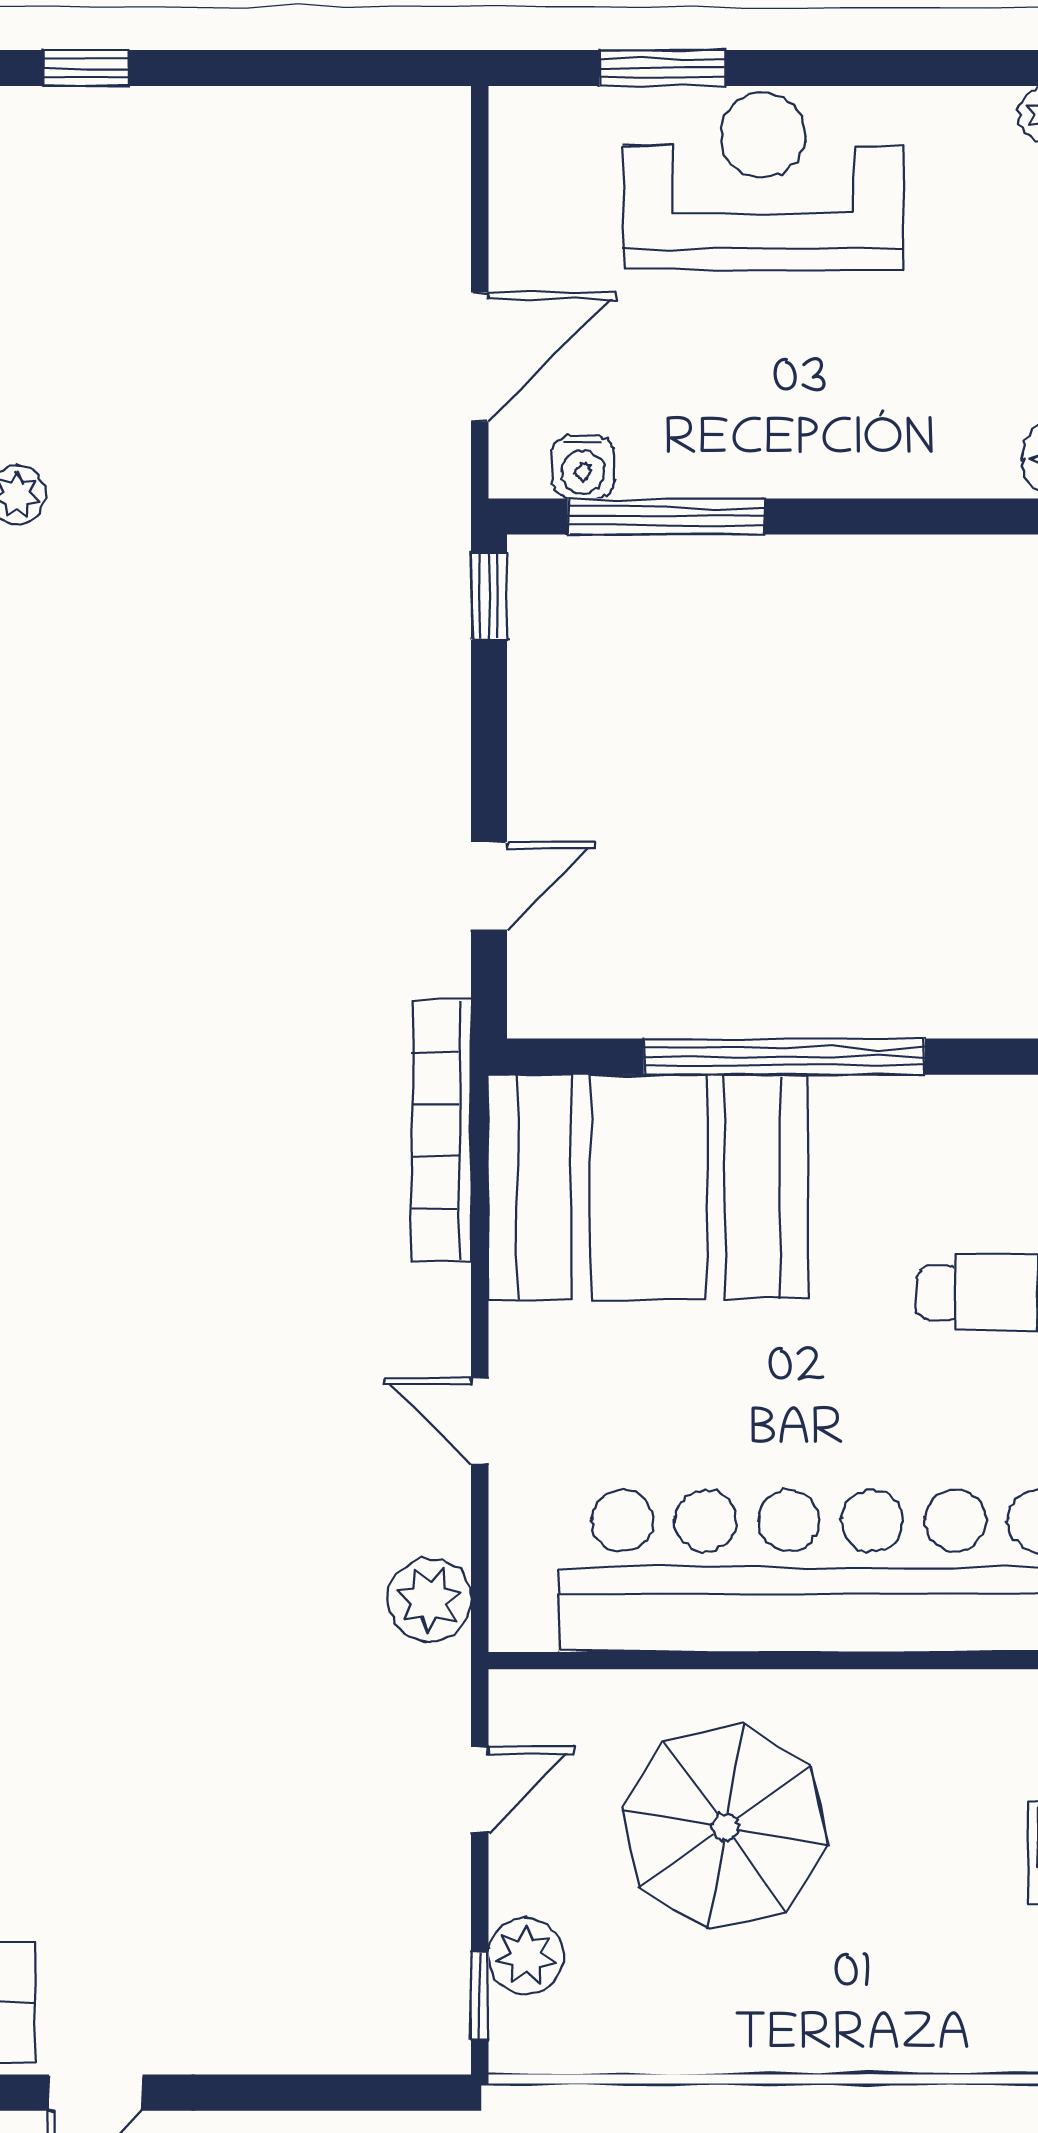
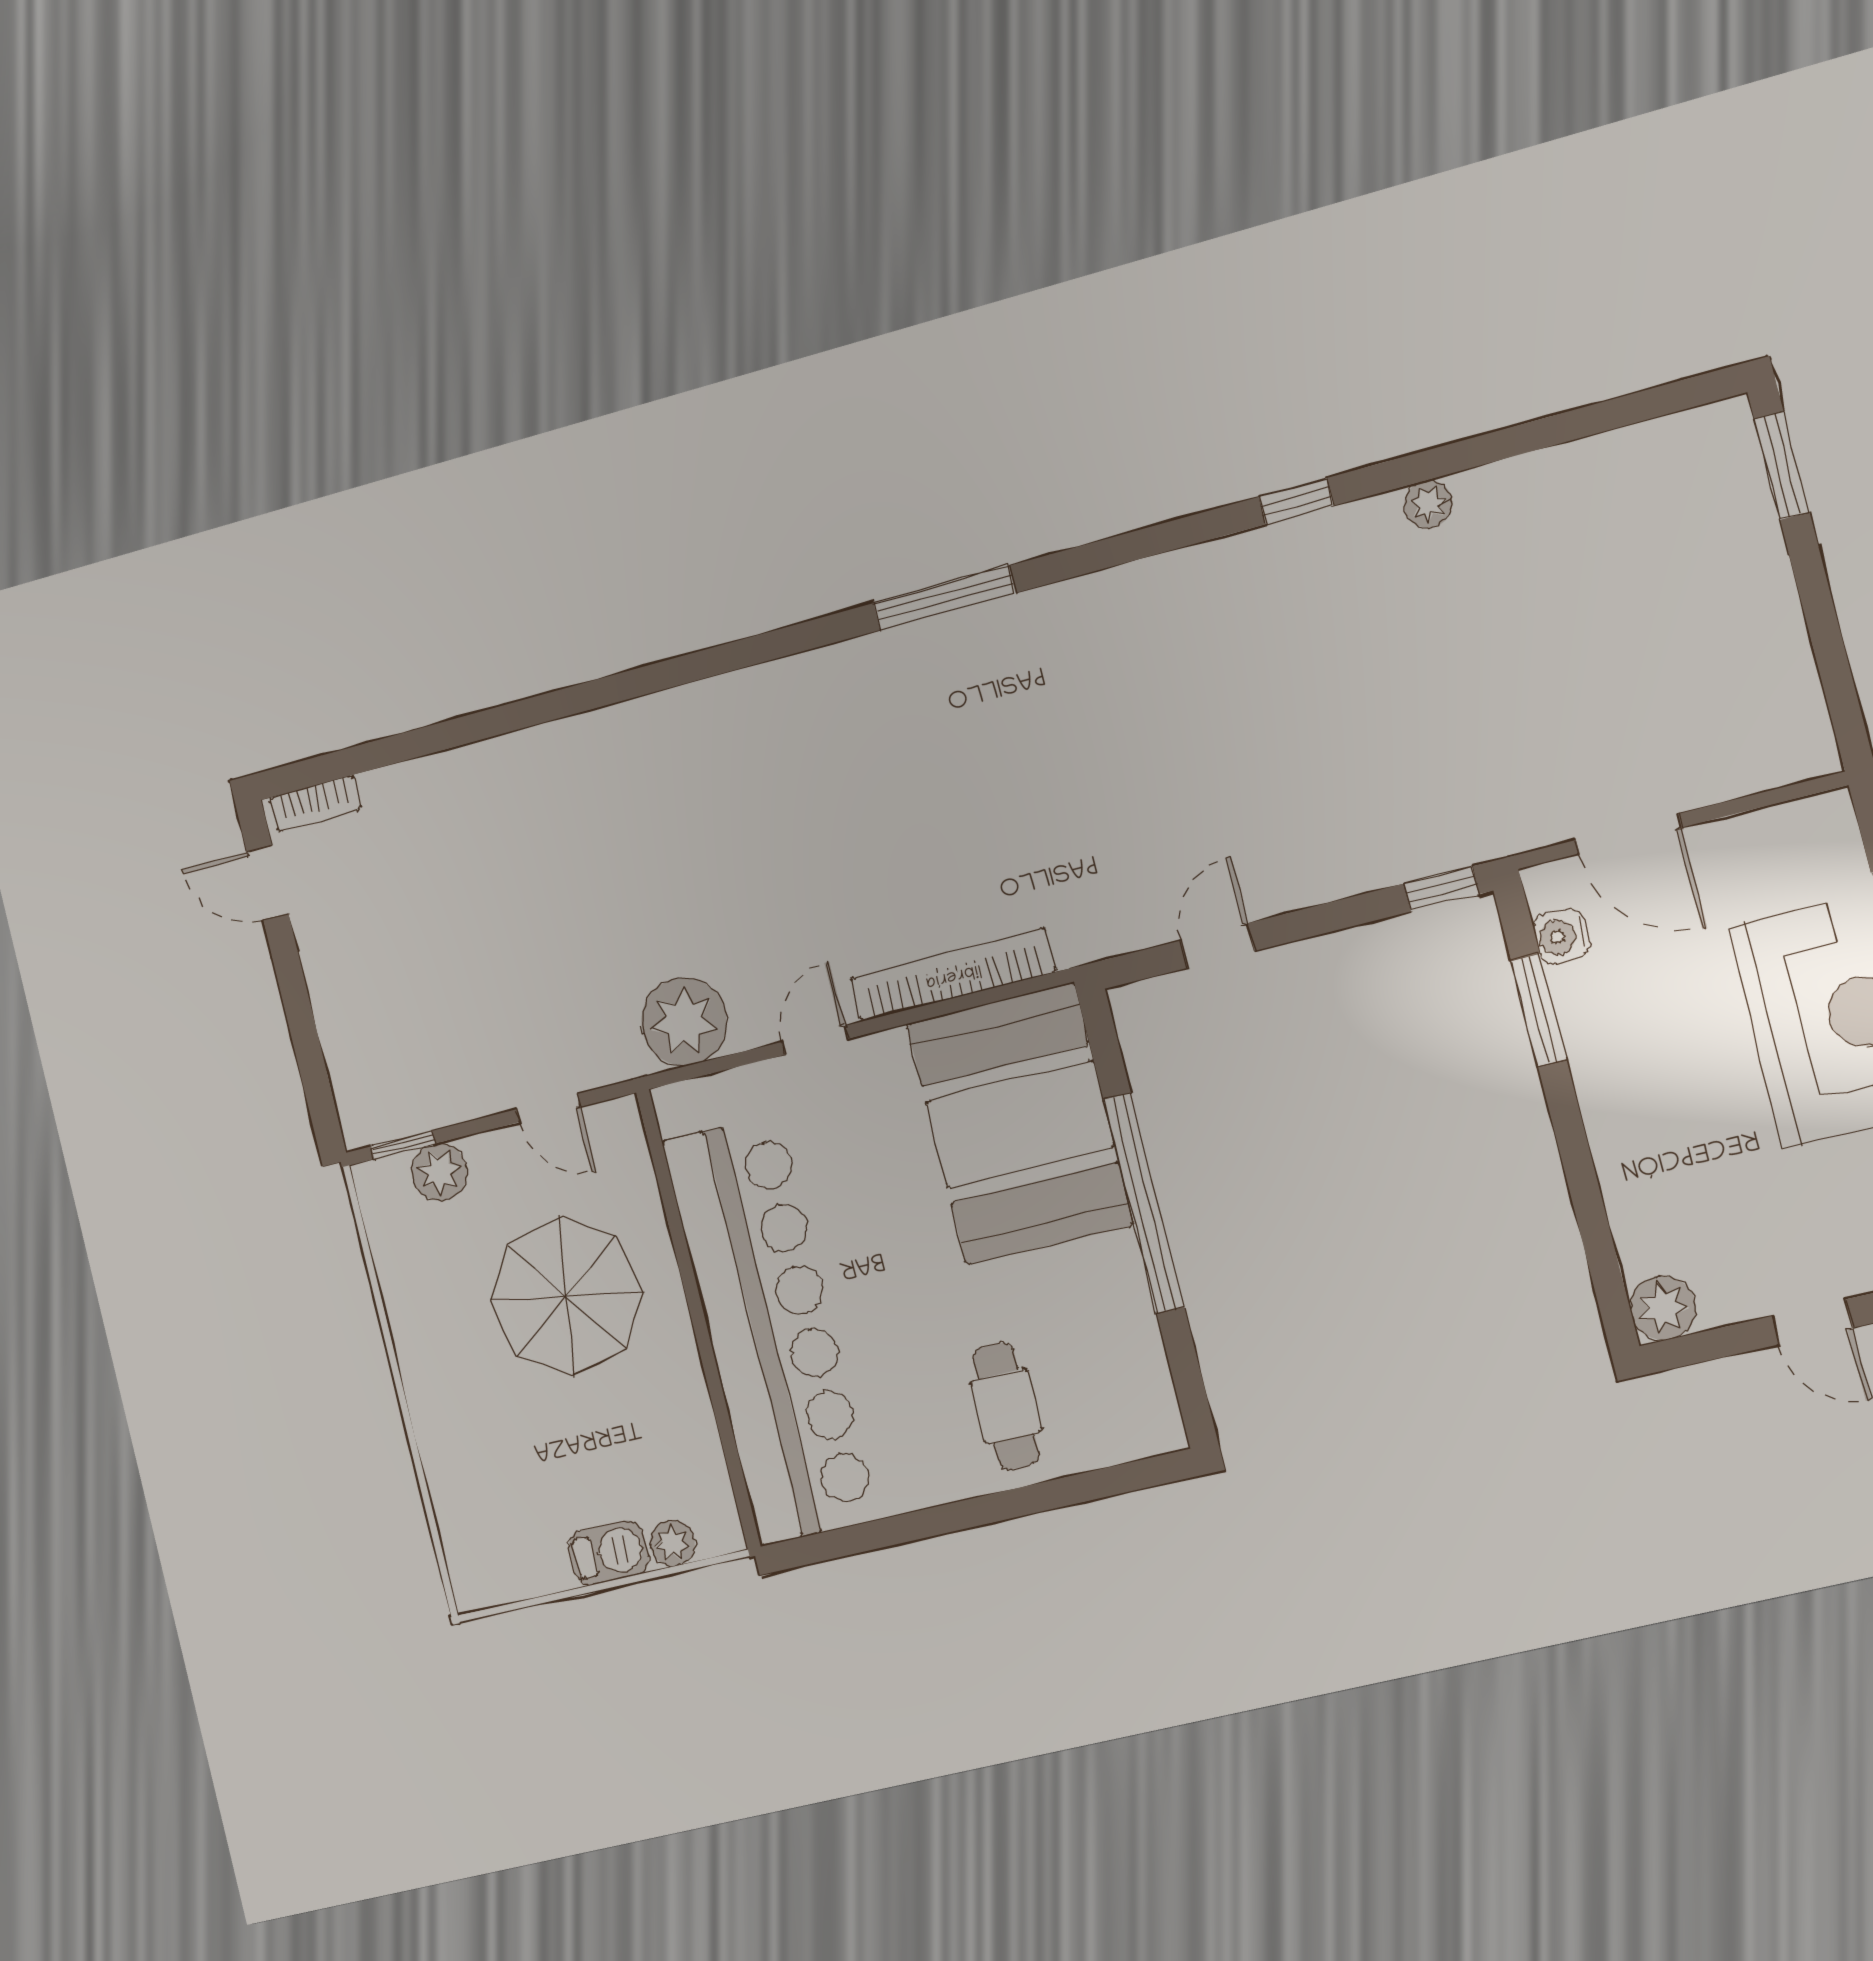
window: (86, 68) -> (1782, 466), width x1.50
window: (666, 516) -> (1539, 1010), width x0.69
door: (489, 886) -> (1217, 946), swing flipped
bookcase: (441, 1131) -> (953, 975), moved
plant: (429, 1600) -> (684, 1022), width x1.36, depth x1.36

